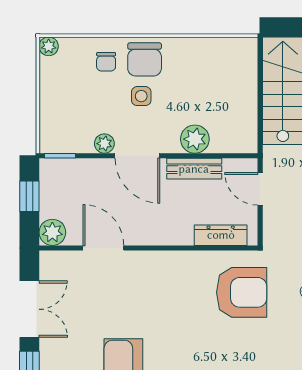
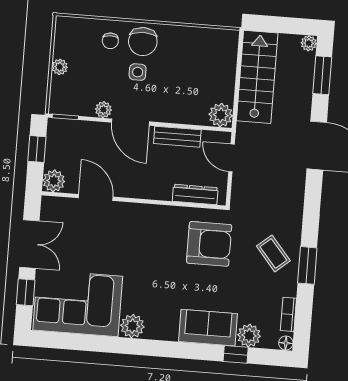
plant: (49, 46) -> (60, 67), moved
plant: (195, 139) -> (221, 115), moved

